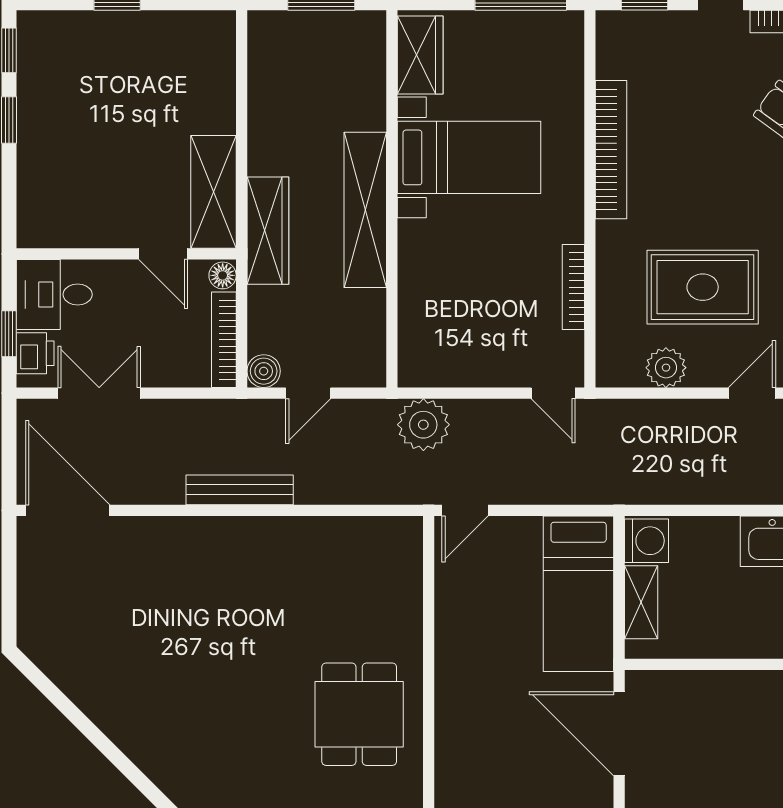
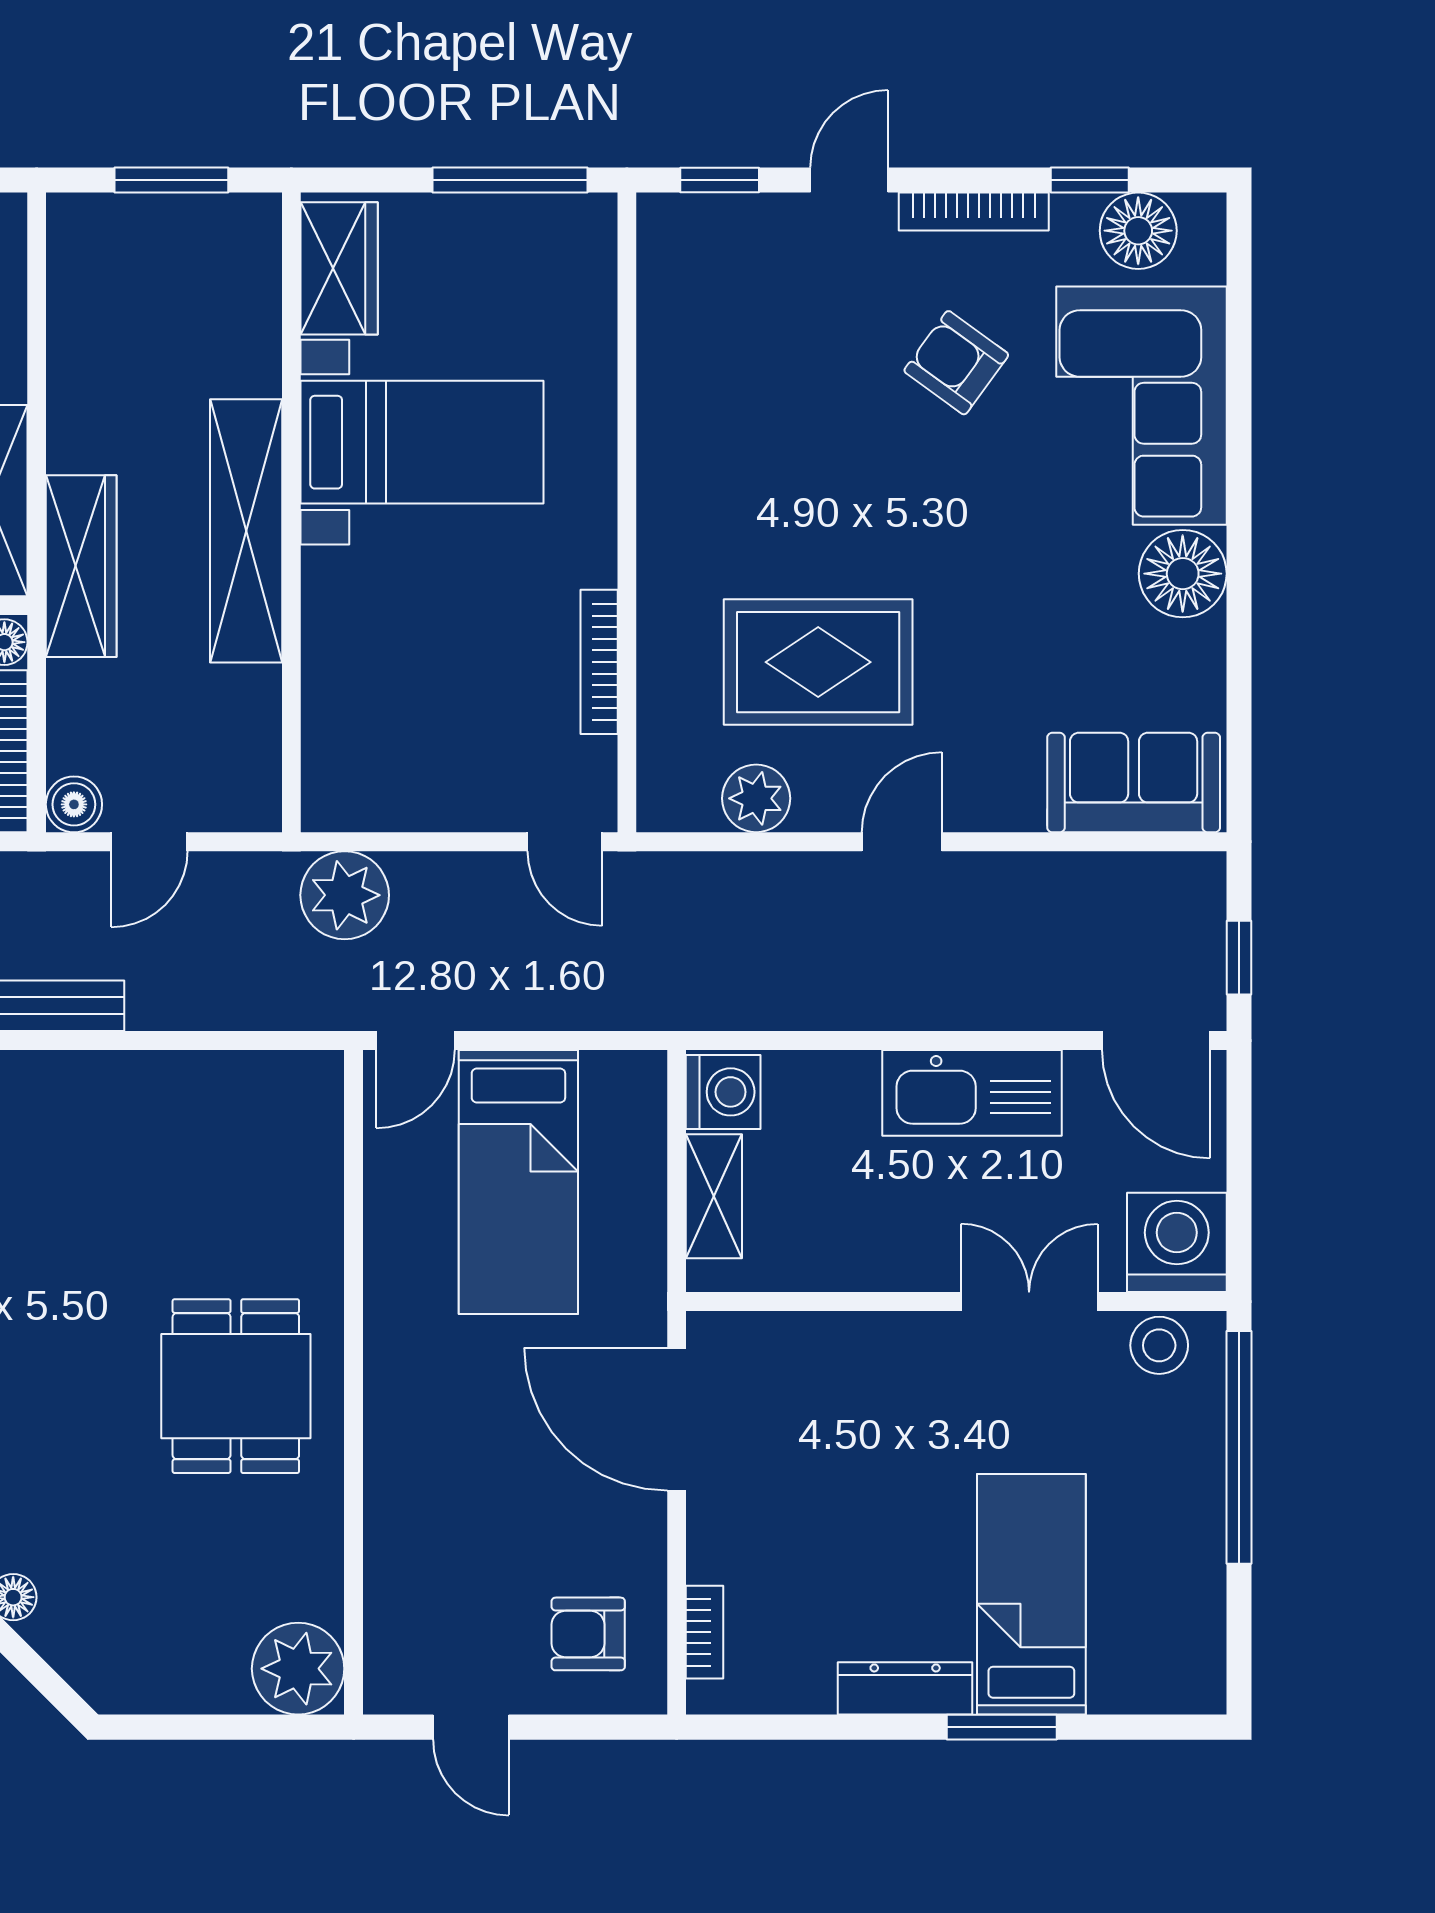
bookcase: (611, 150) -> (663, 429), removed
bed: (579, 594) -> (518, 1182), moved

